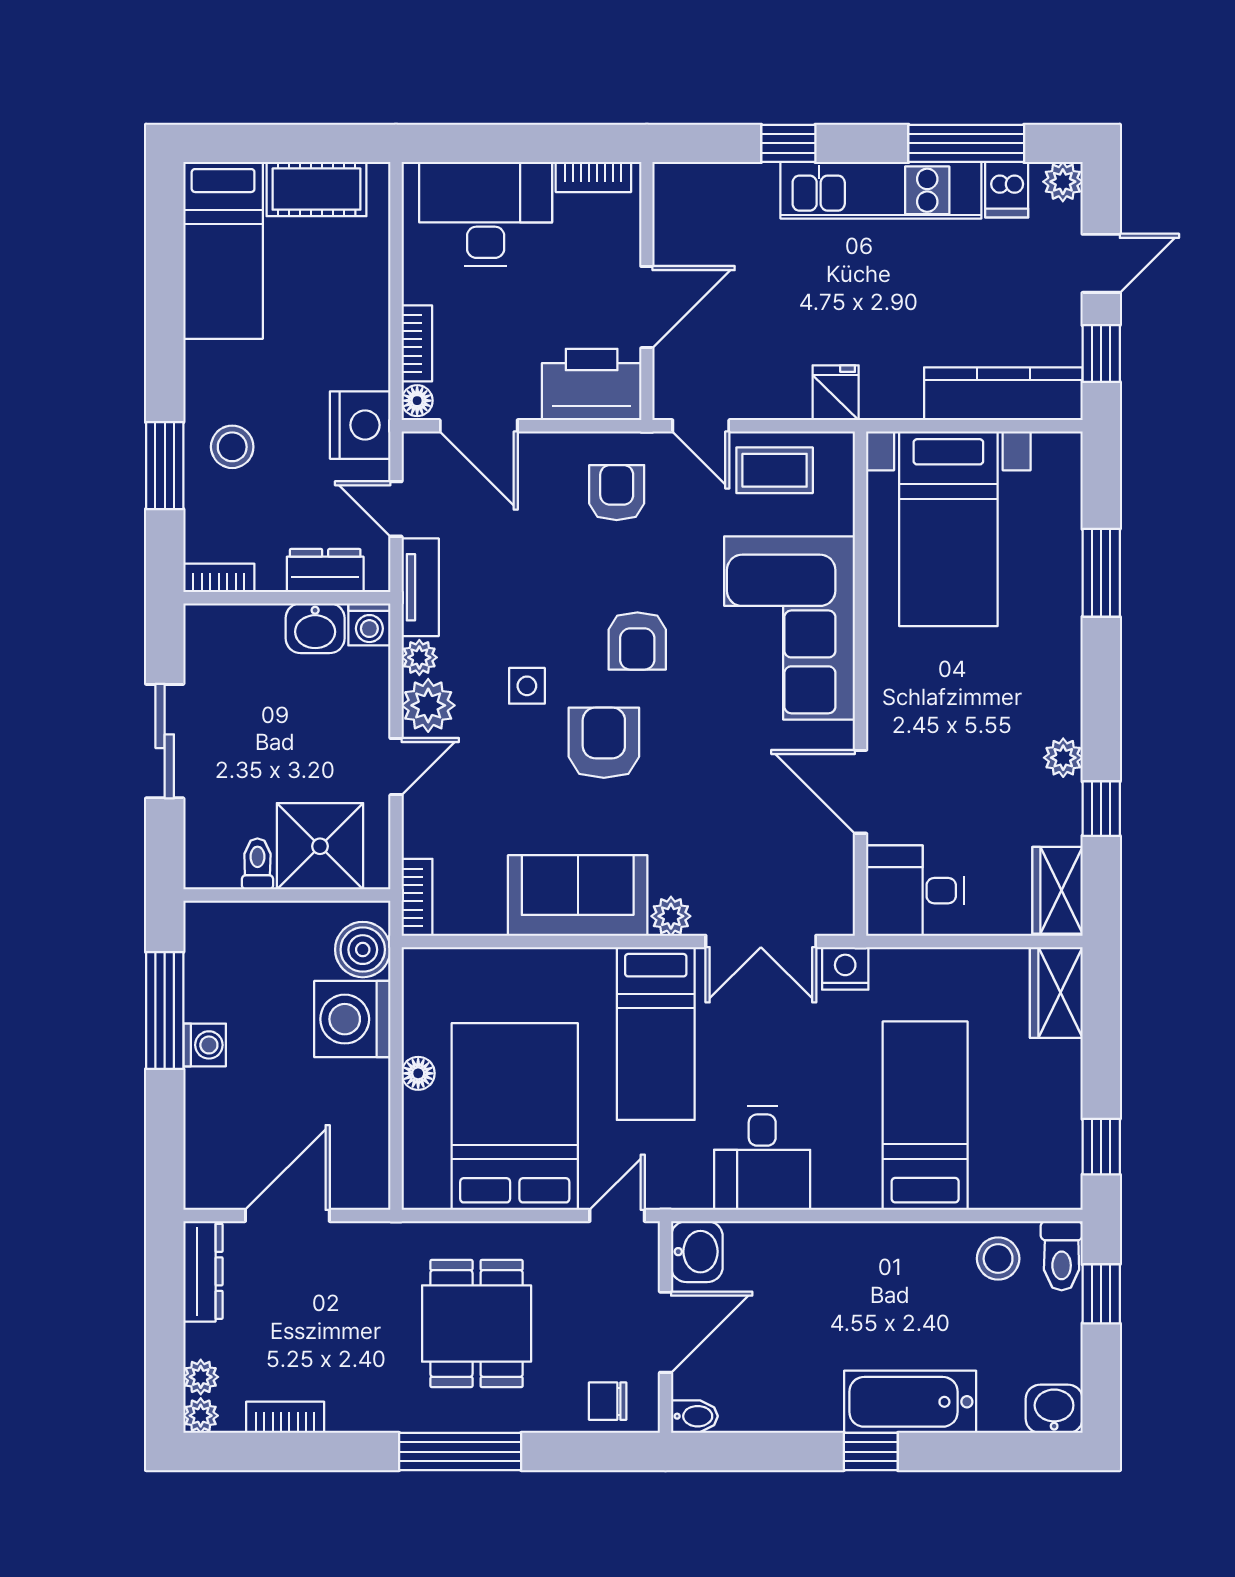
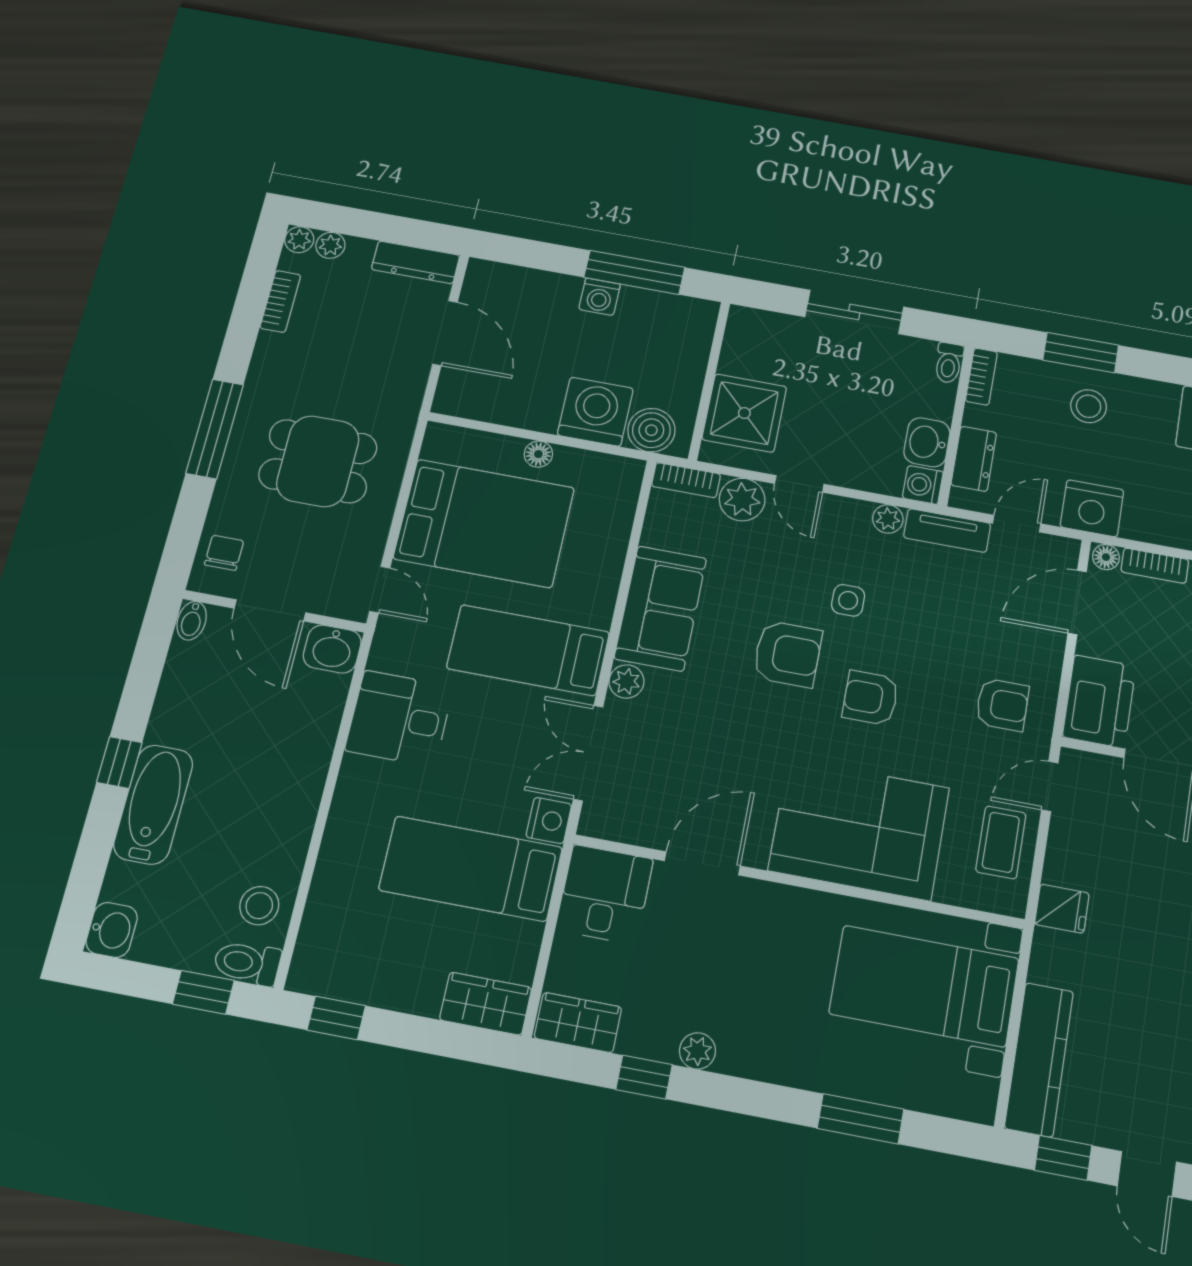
plant: (428, 705) -> (742, 500), moved
toilet: (257, 864) -> (949, 363), moved, turned 90
bed: (925, 1116) -> (471, 869), moved, turned 180

